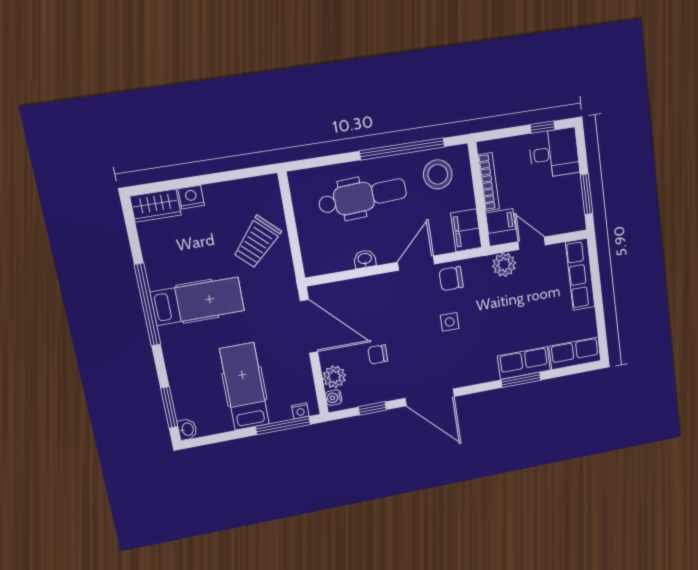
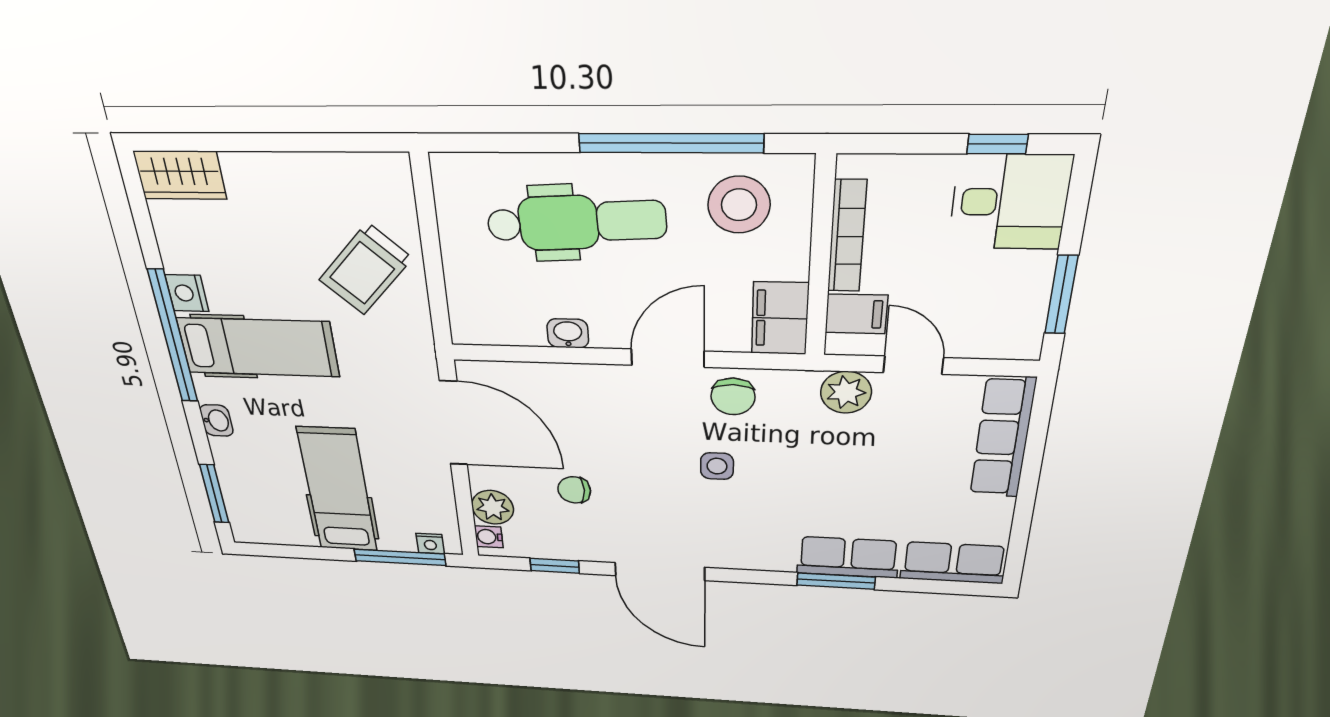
nightstand: (191, 197) -> (187, 293), moved, turned -90
chair: (451, 279) -> (733, 397), turned -90
washbasin: (187, 429) -> (216, 420), moved

